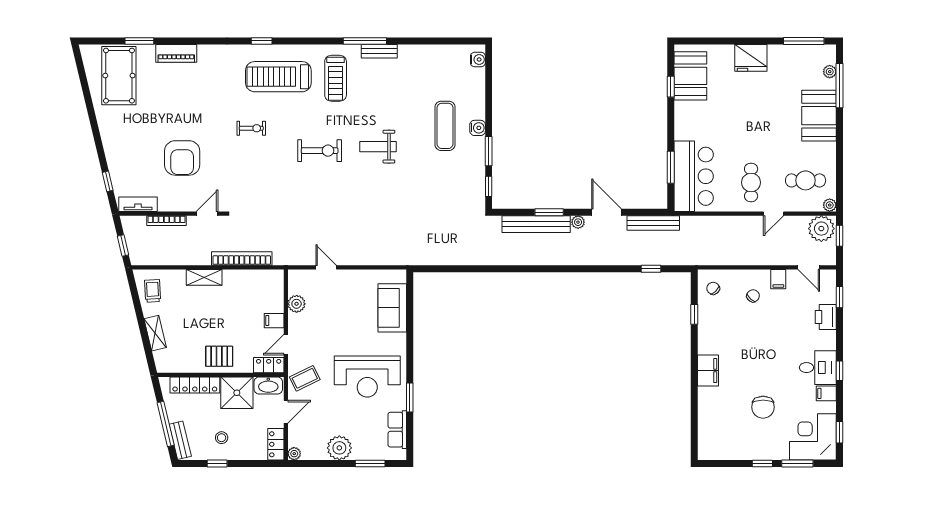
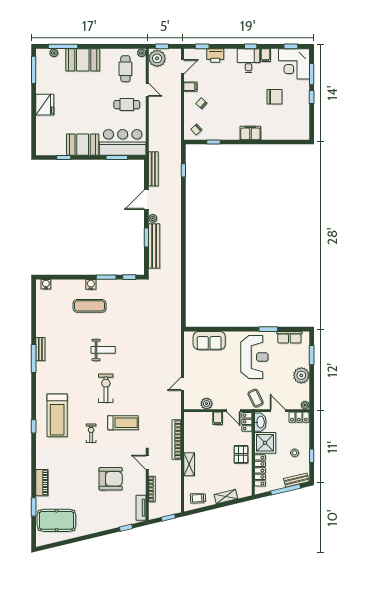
booth: (690, 76) -> (83, 145), moved
treadmill: (336, 78) -> (123, 423), moved
weight bench: (378, 147) -> (103, 350), turned -90

